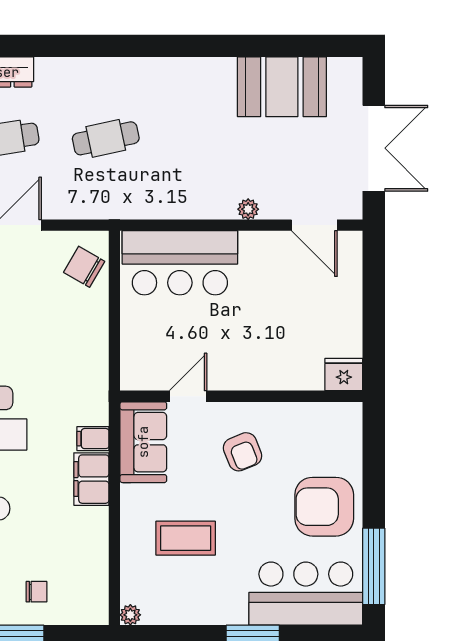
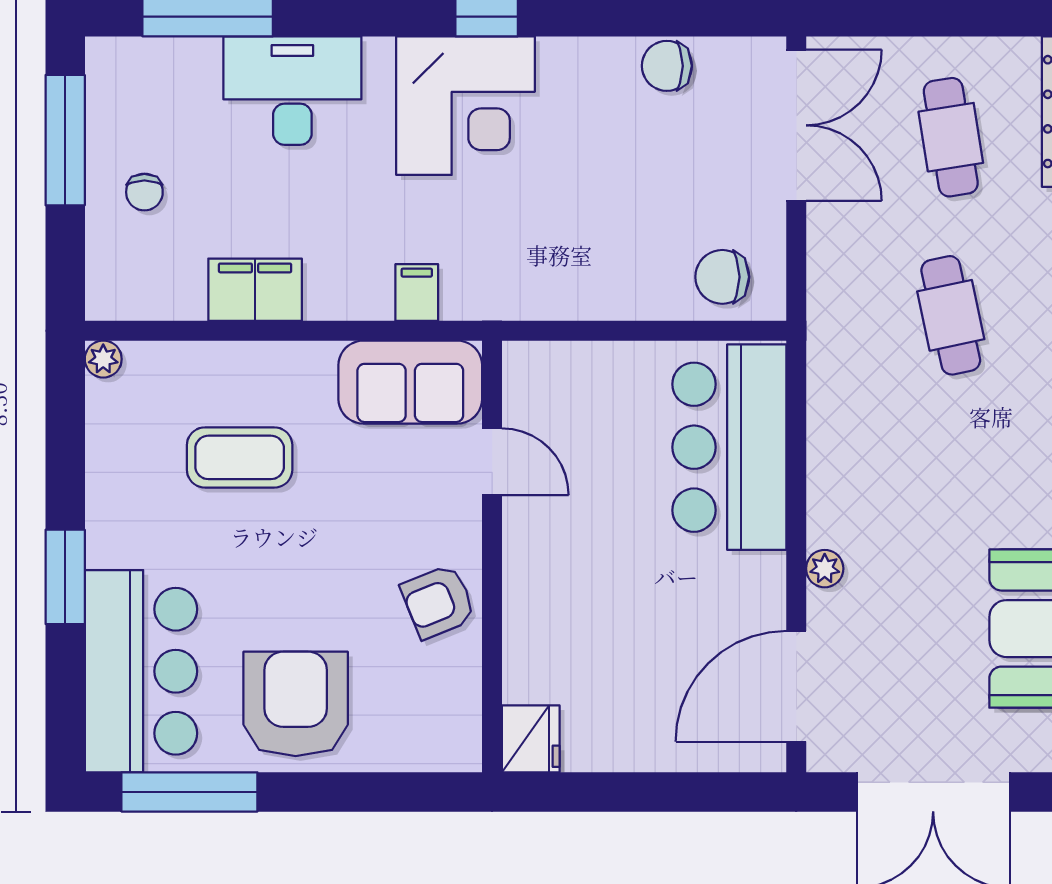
door: (314, 225) -> (796, 686), width x1.36
chair: (84, 267) -> (722, 277), turned -120
armchair: (243, 452) -> (438, 602), moved
filing cabinet: (91, 479) -> (255, 290), moved
coffee table: (186, 538) -> (240, 457), turned 90

